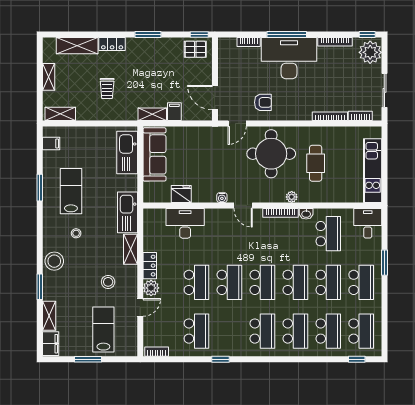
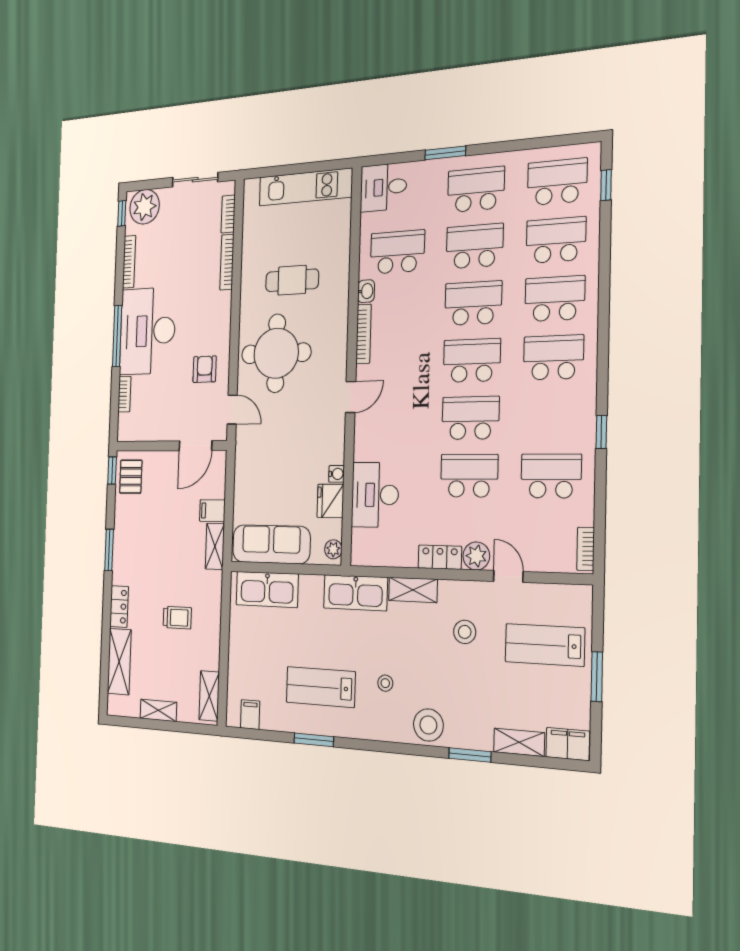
plant: (292, 197) -> (333, 549), moved
water cooler: (222, 198) -> (336, 474), moved

